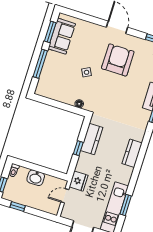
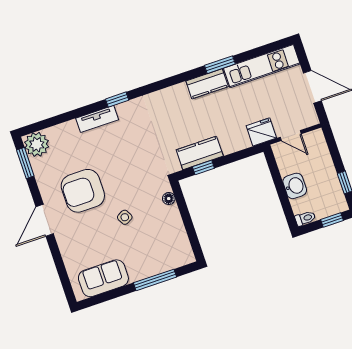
window: (50, 32) -> (108, 296), removed
window: (78, 148) -> (203, 167), moved
kitchen counter: (132, 153) -> (207, 84), moved
window: (126, 205) -> (220, 65), moved

